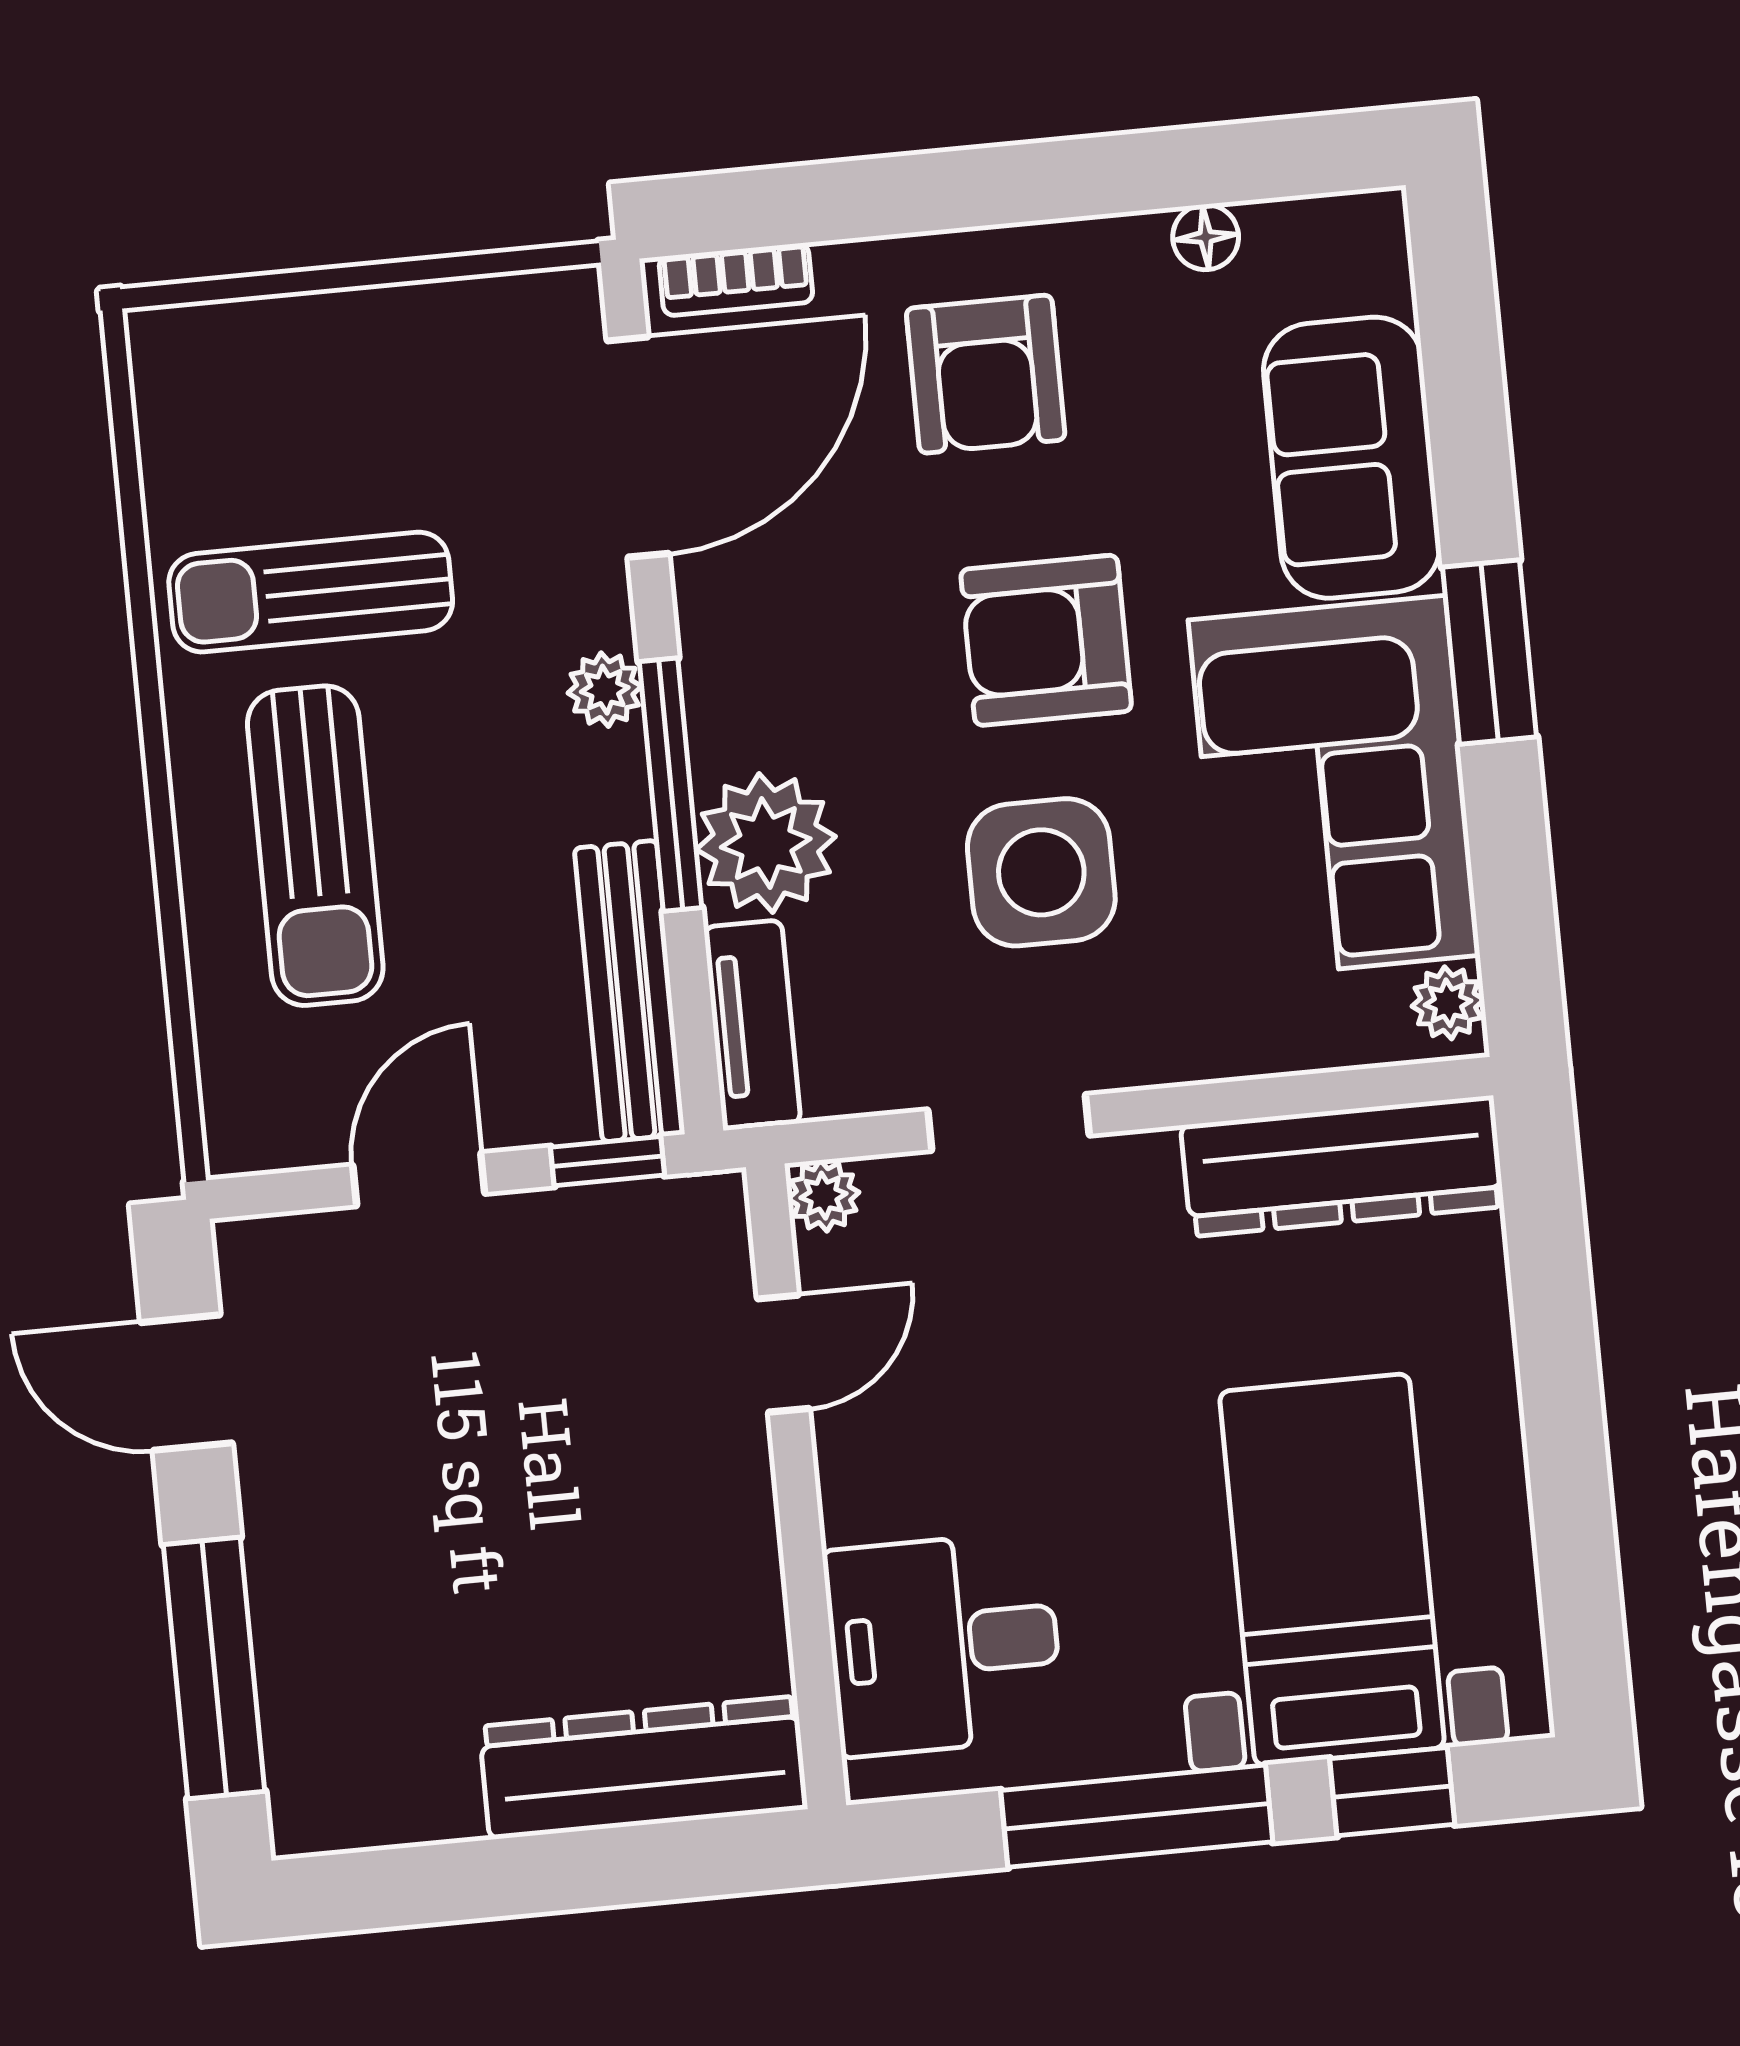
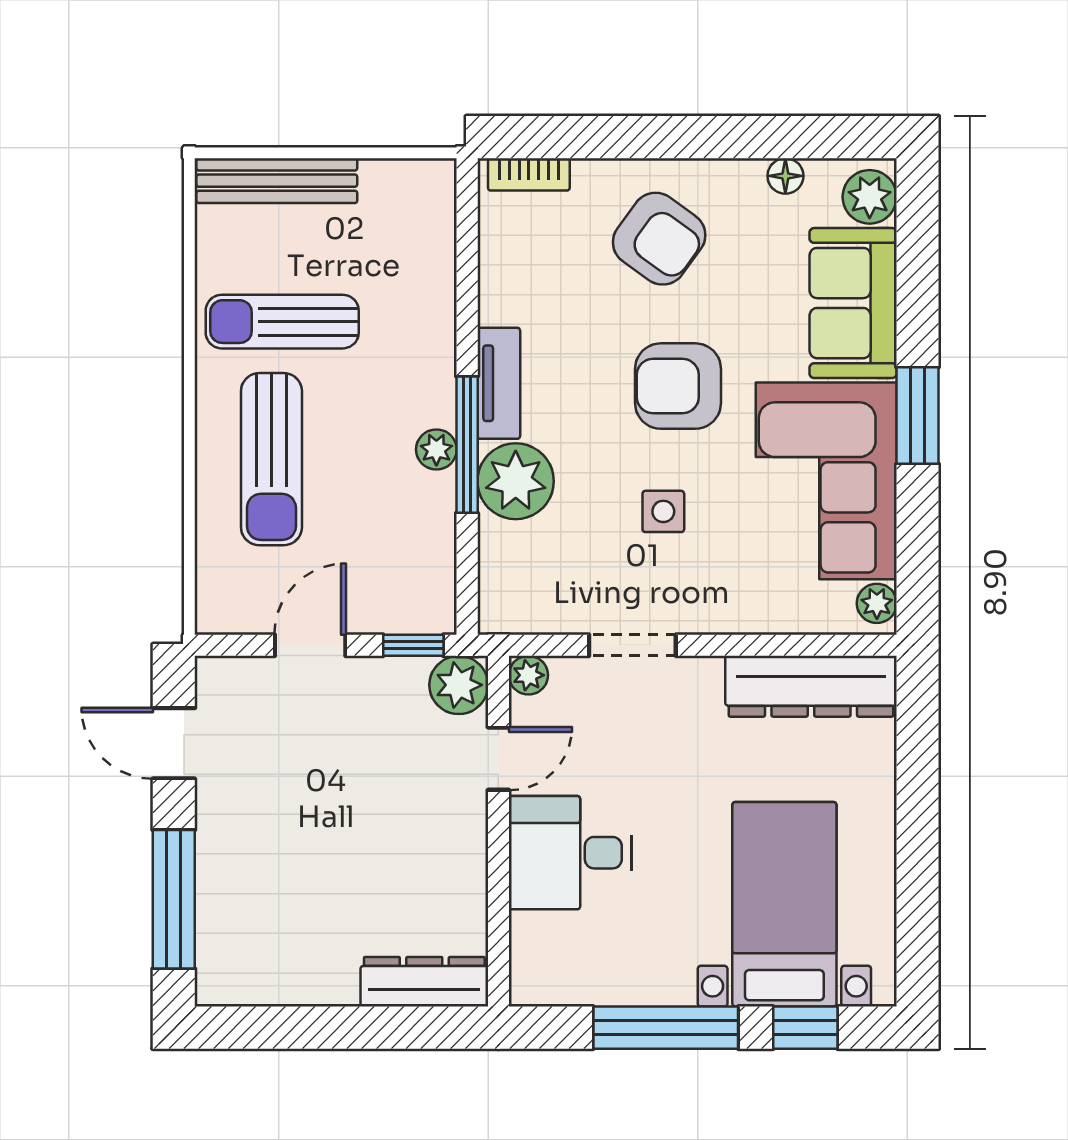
plant: (1363, 260) -> (870, 197), added
armchair: (986, 374) -> (659, 239), turned -54
door: (638, 447) -> (467, 260), removed
plant: (605, 690) -> (436, 449), moved
side table: (1041, 872) -> (663, 511), width x0.54, depth x0.54
bench: (630, 991) -> (277, 181), moved, turned 90
tv unit: (752, 1025) -> (499, 383), moved
plant: (698, 1226) -> (459, 685), added
desk: (944, 1644) -> (570, 853), moved
dresser: (643, 1768) -> (424, 982), width x0.73, depth x0.80

